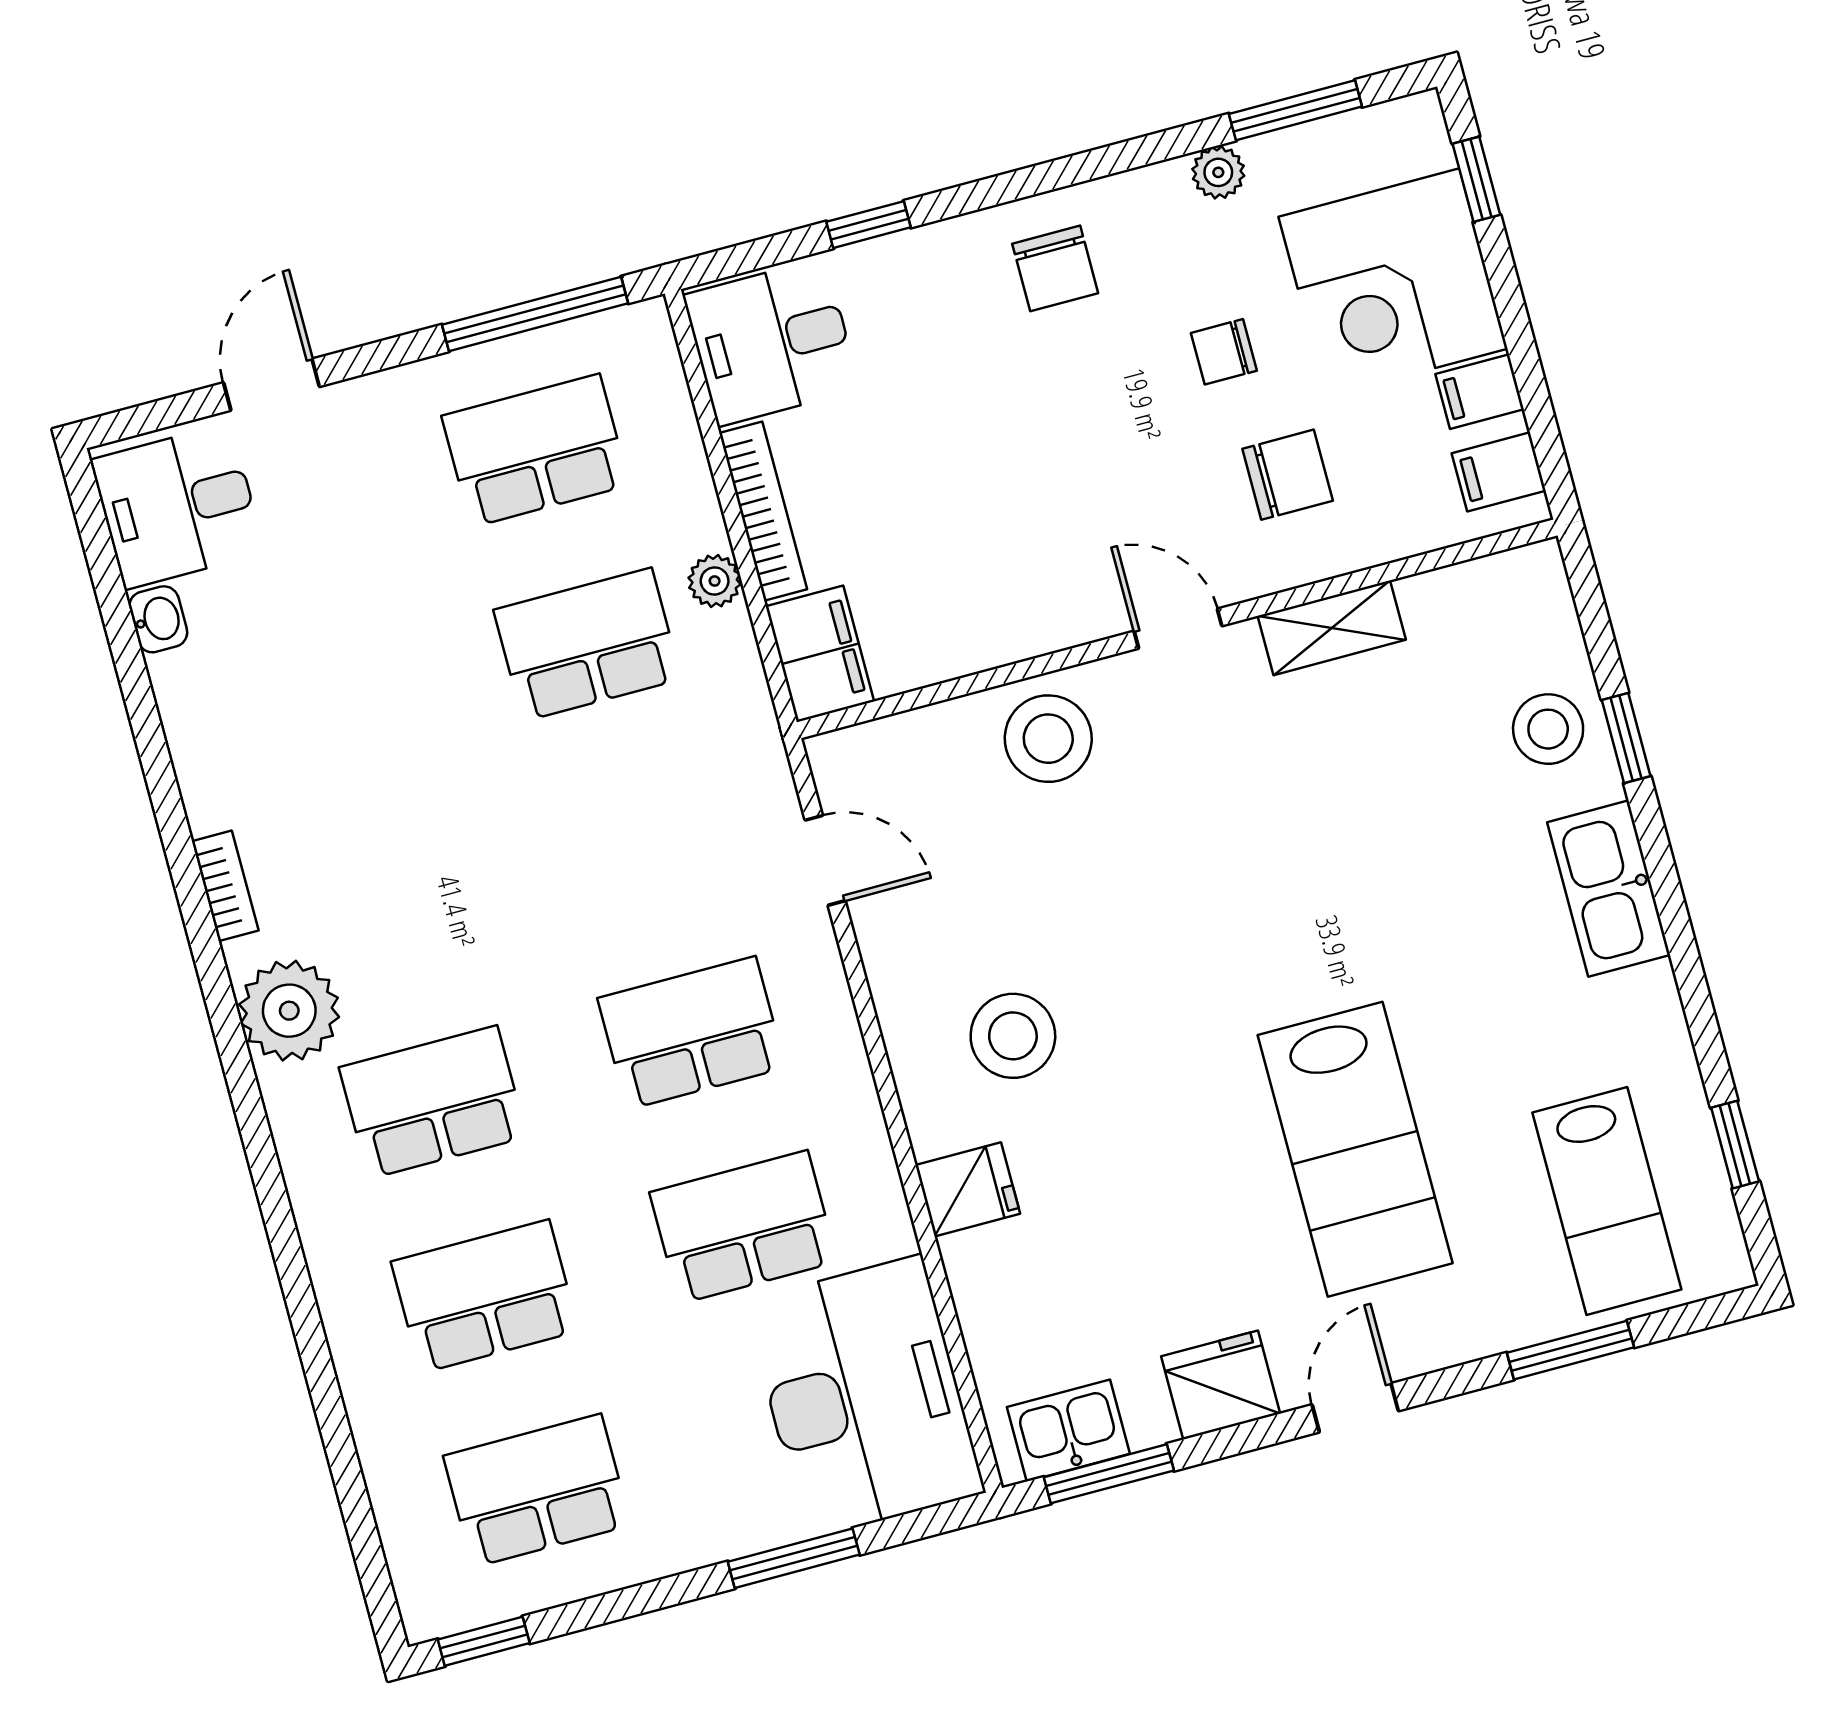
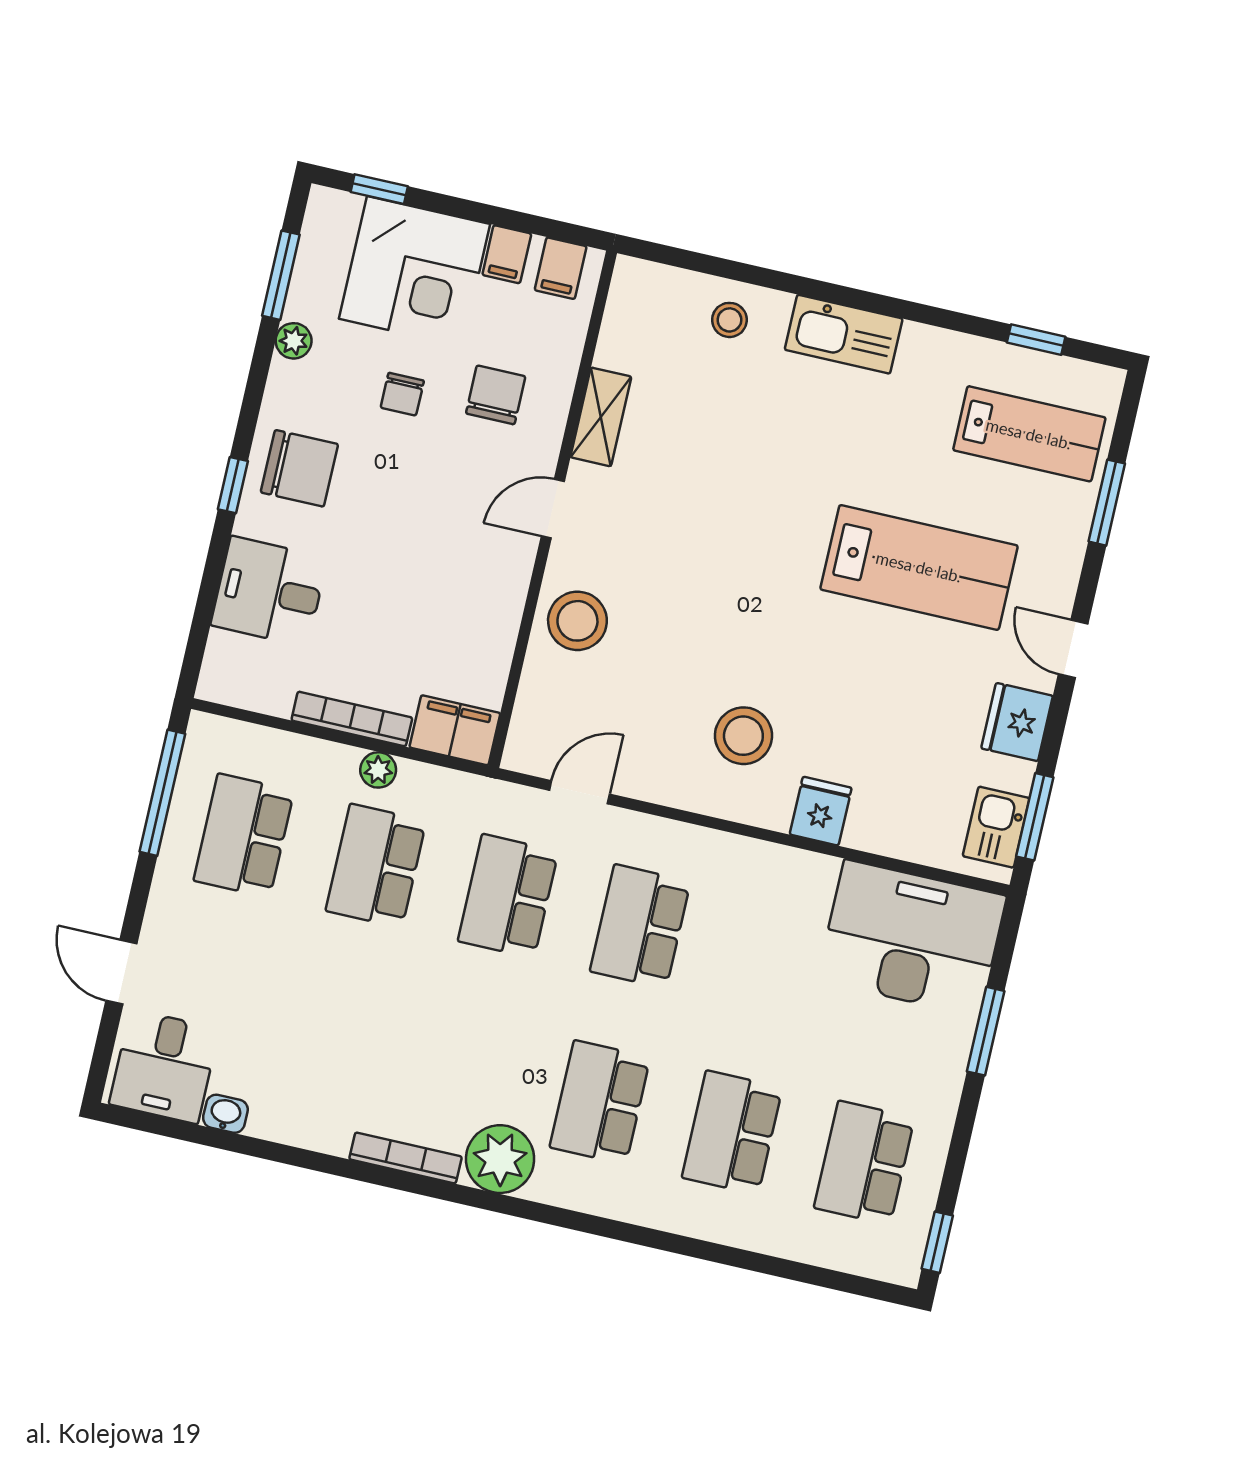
window: (869, 225) -> (233, 485), moved
chair: (1055, 268) -> (299, 468), width x1.37, depth x1.37
desk: (771, 342) -> (269, 591), moved, turned 90
stool: (1548, 729) -> (729, 320), width x0.73, depth x0.73
window: (1626, 738) -> (759, 276), removed
bookcase: (225, 886) -> (405, 1158), width x1.56
school desk: (744, 1227) -> (508, 896), moved

